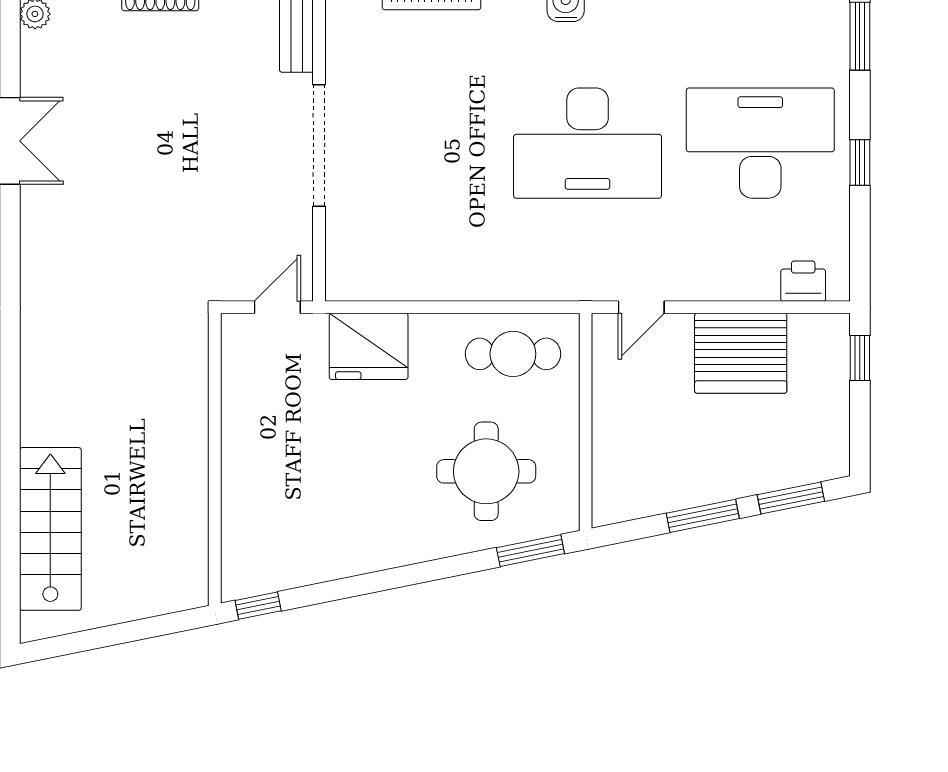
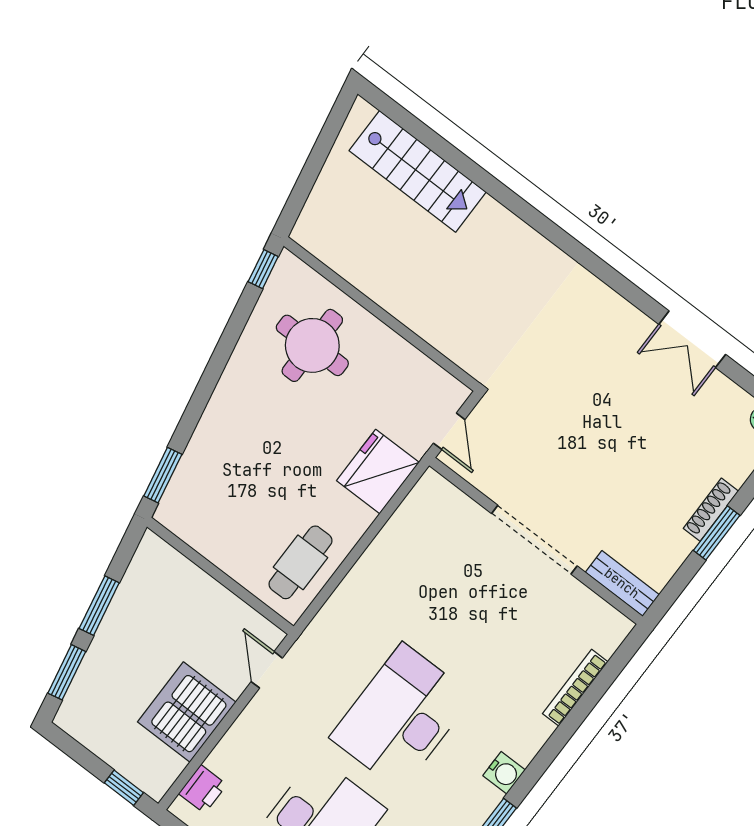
round table: (486, 471) -> (312, 345), moved

